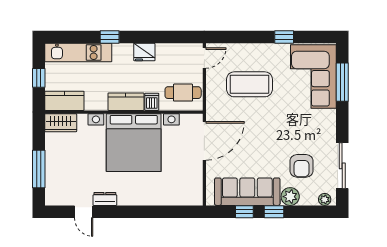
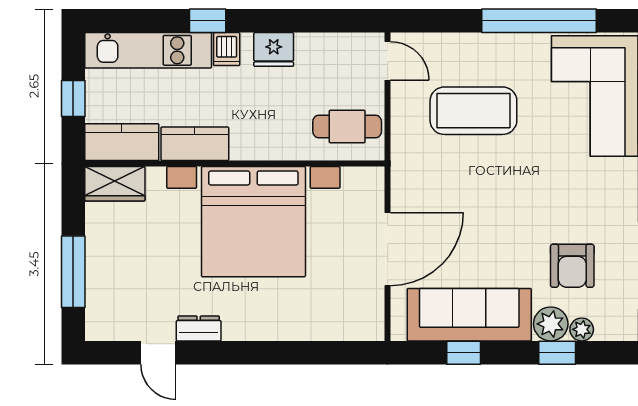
window: (284, 37) -> (539, 21), width x3.17
door: (204, 58) -> (388, 61), hinge flipped
kitchen counter: (126, 102) -> (195, 144), moved
dishwasher: (152, 102) -> (227, 49), moved, turned 180
door: (204, 141) -> (388, 249), moved
plant: (325, 199) -> (582, 329), moved
window: (274, 212) -> (557, 353), moved

